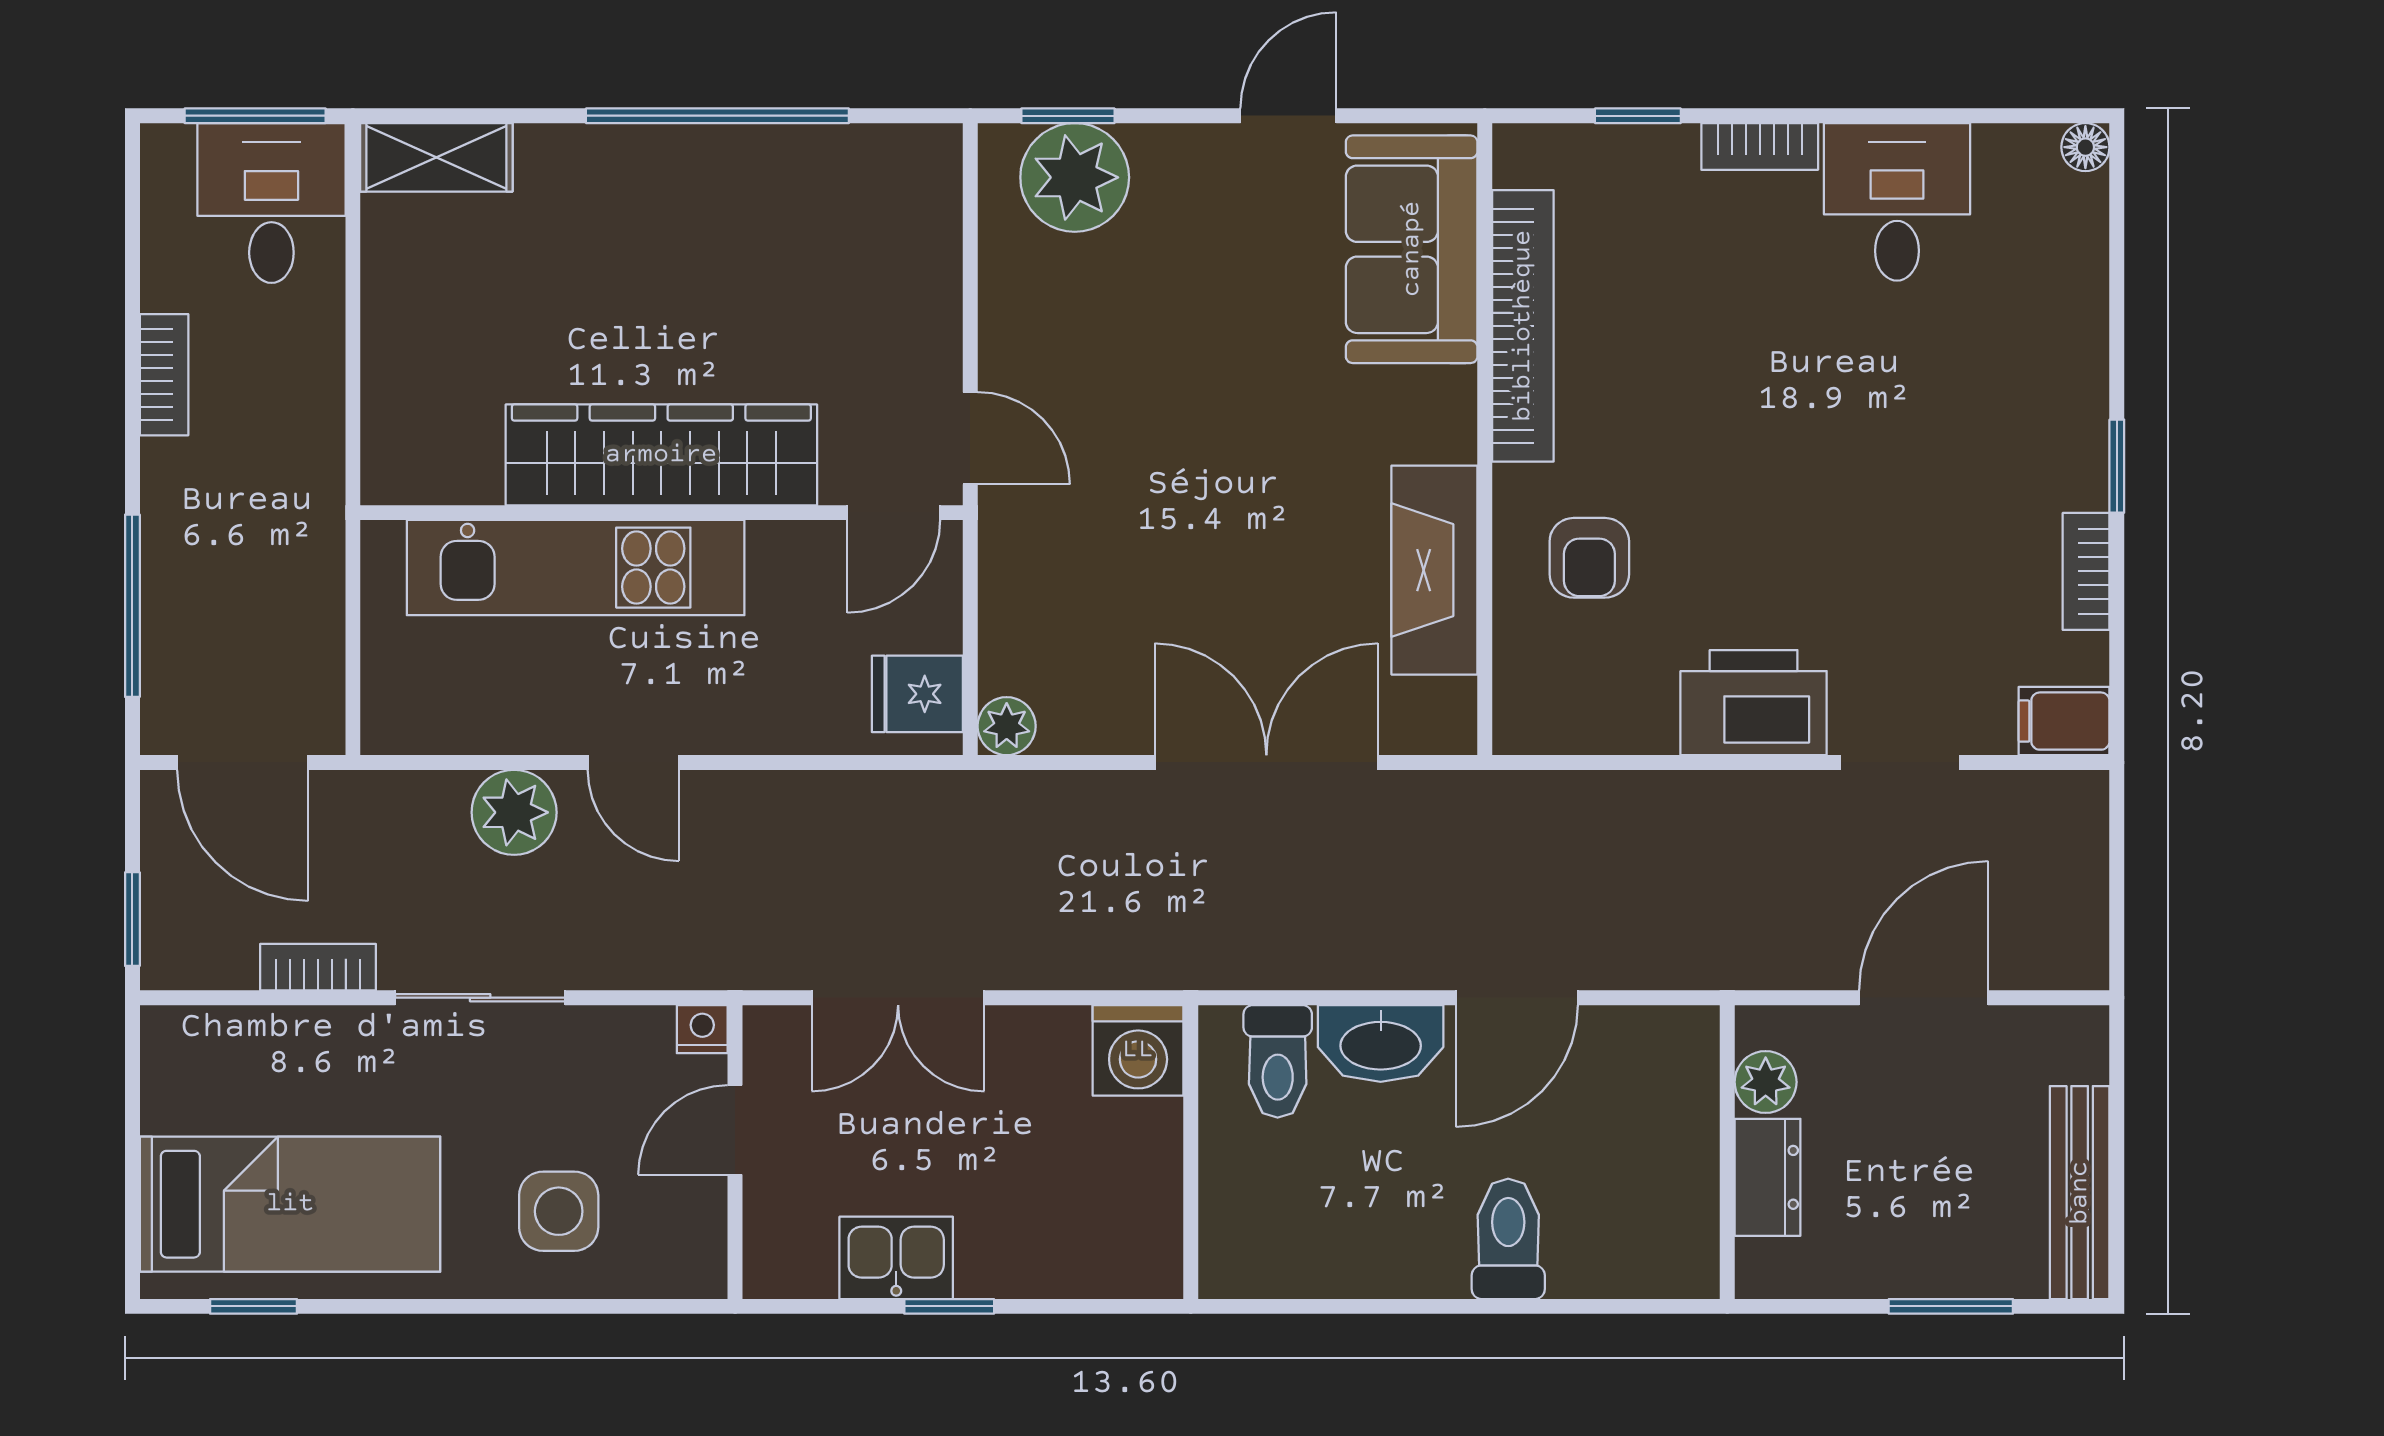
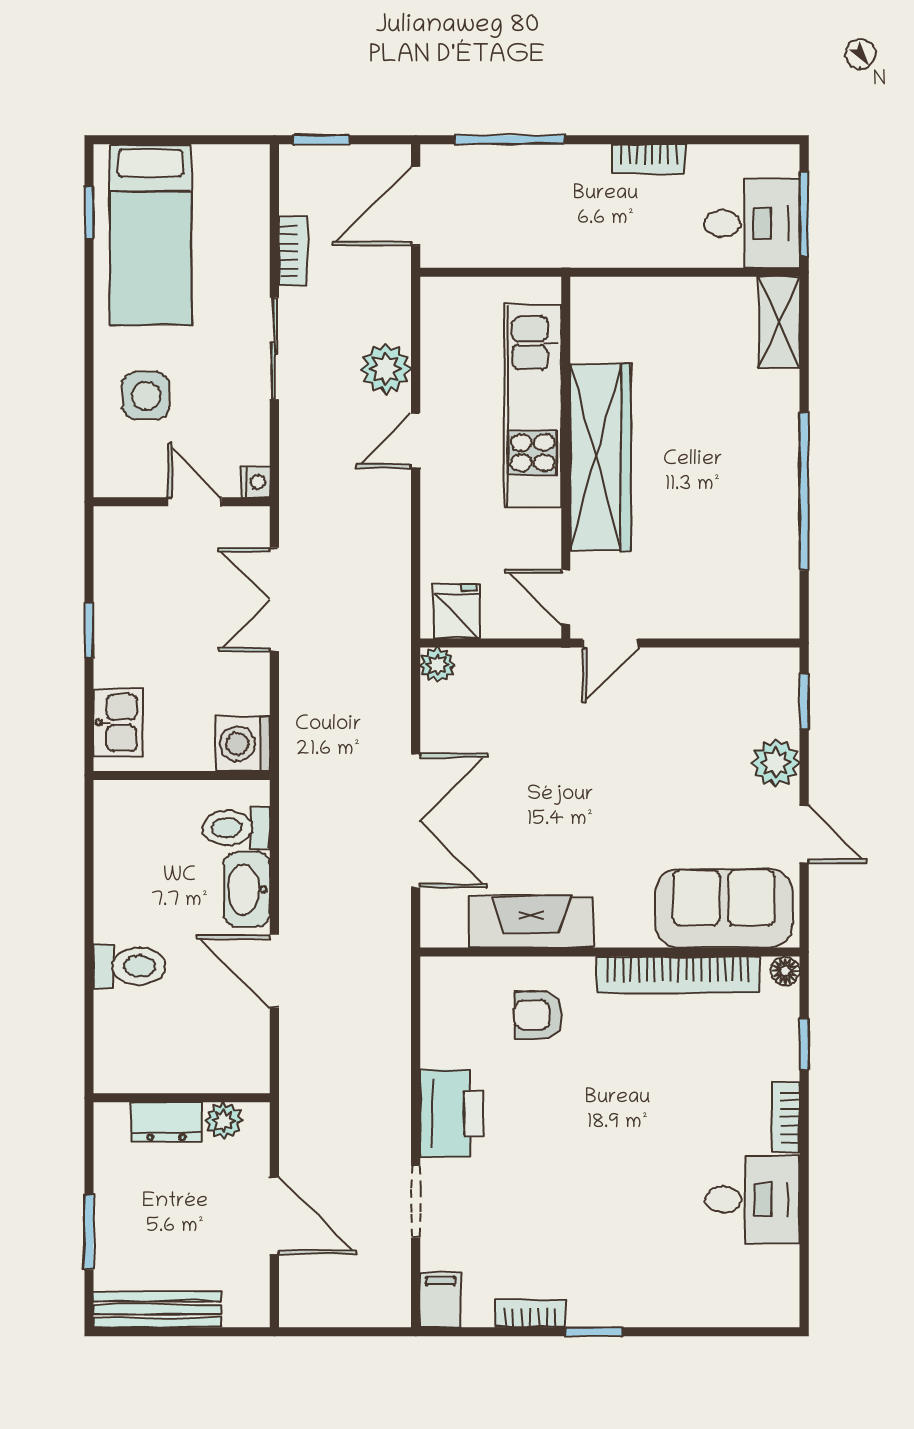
floor lamp: (2085, 147) -> (785, 971), moved
plant: (1075, 177) -> (776, 763), moved, width x0.73, depth x0.73
kitchen sink: (896, 1258) -> (118, 723), moved

